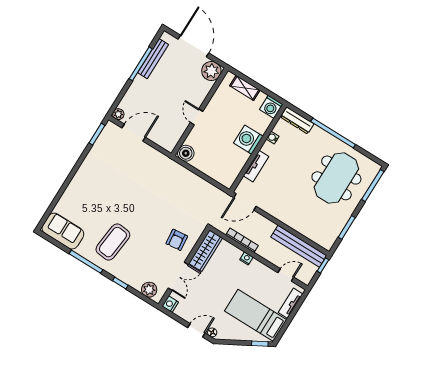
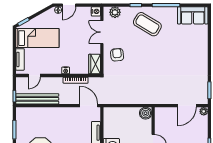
door: (245, 202) -> (89, 106), hinge flipped
coffee table: (113, 242) -> (147, 24), moved, turned -65
wardrobe: (206, 251) -> (95, 64), width x0.67

